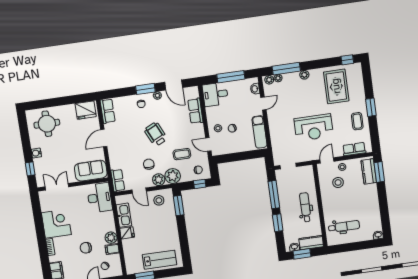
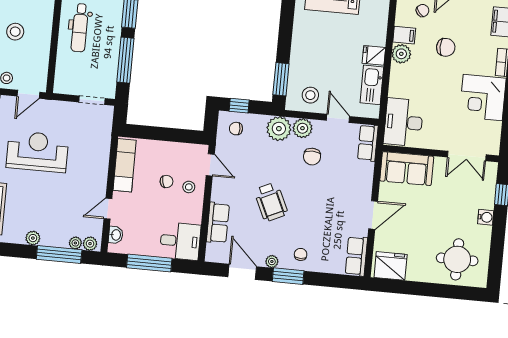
wheelchair: (156, 134) -> (271, 202), moved
coffee table: (182, 154) -> (256, 160), removed
stool: (338, 182) -> (15, 32), moved

